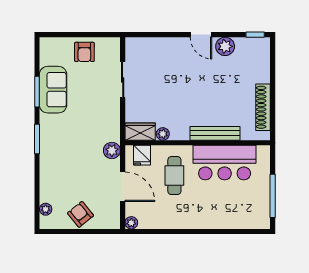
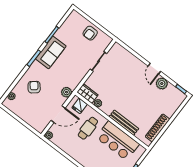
sofa: (53, 90) -> (51, 52), moved
door: (123, 187) -> (58, 114), hinge flipped
armchair: (80, 214) -> (34, 87), moved

